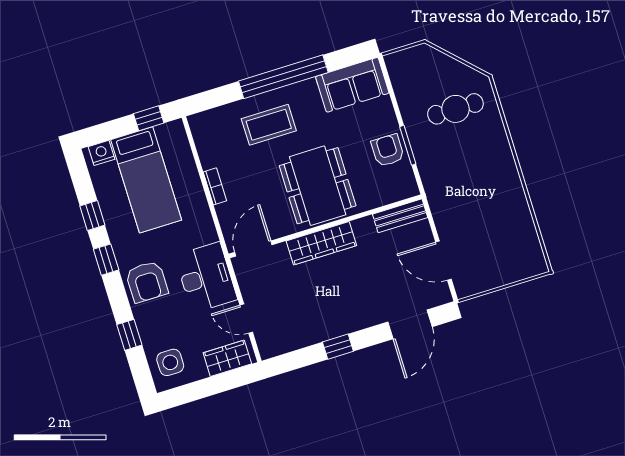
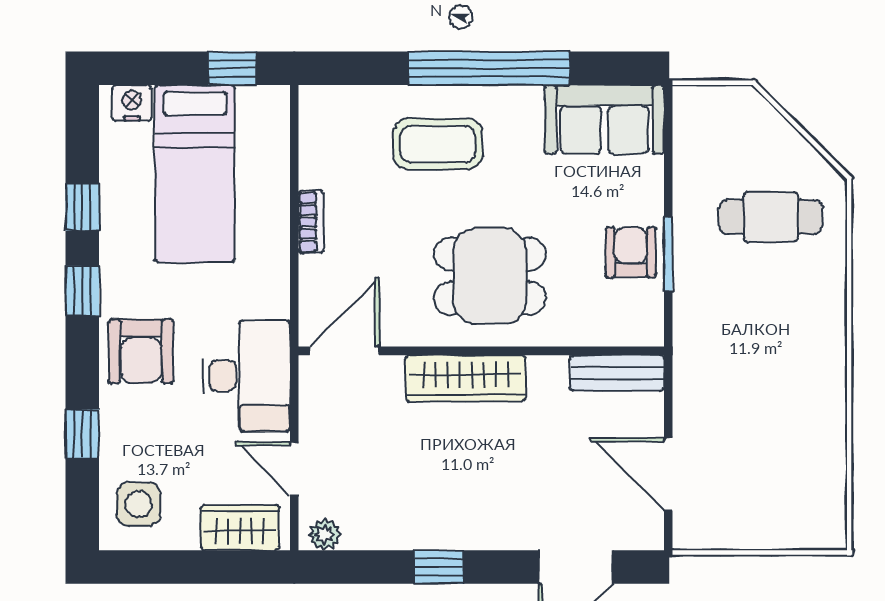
dining table: (318, 186) -> (490, 276), width x0.73
plant: (273, 348) -> (325, 535), added

